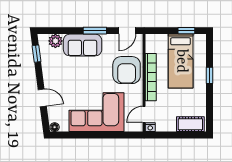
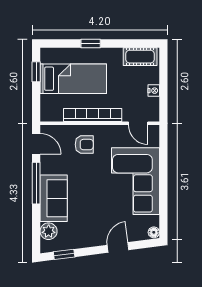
window: (95, 31) -> (36, 183), width x1.44
armchair: (127, 70) -> (84, 145), width x0.53, depth x0.53
cot: (190, 124) -> (140, 57), moved, turned 90
nightstand: (150, 127) -> (154, 91), moved

